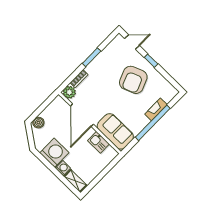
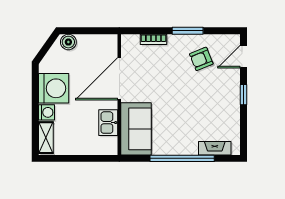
door: (132, 42) -> (243, 57), swing flipped
armchair: (133, 80) -> (201, 59), moved, width x0.53, depth x0.53
plant: (69, 92) -> (130, 43), removed
fireplace: (156, 109) -> (215, 148), moved

